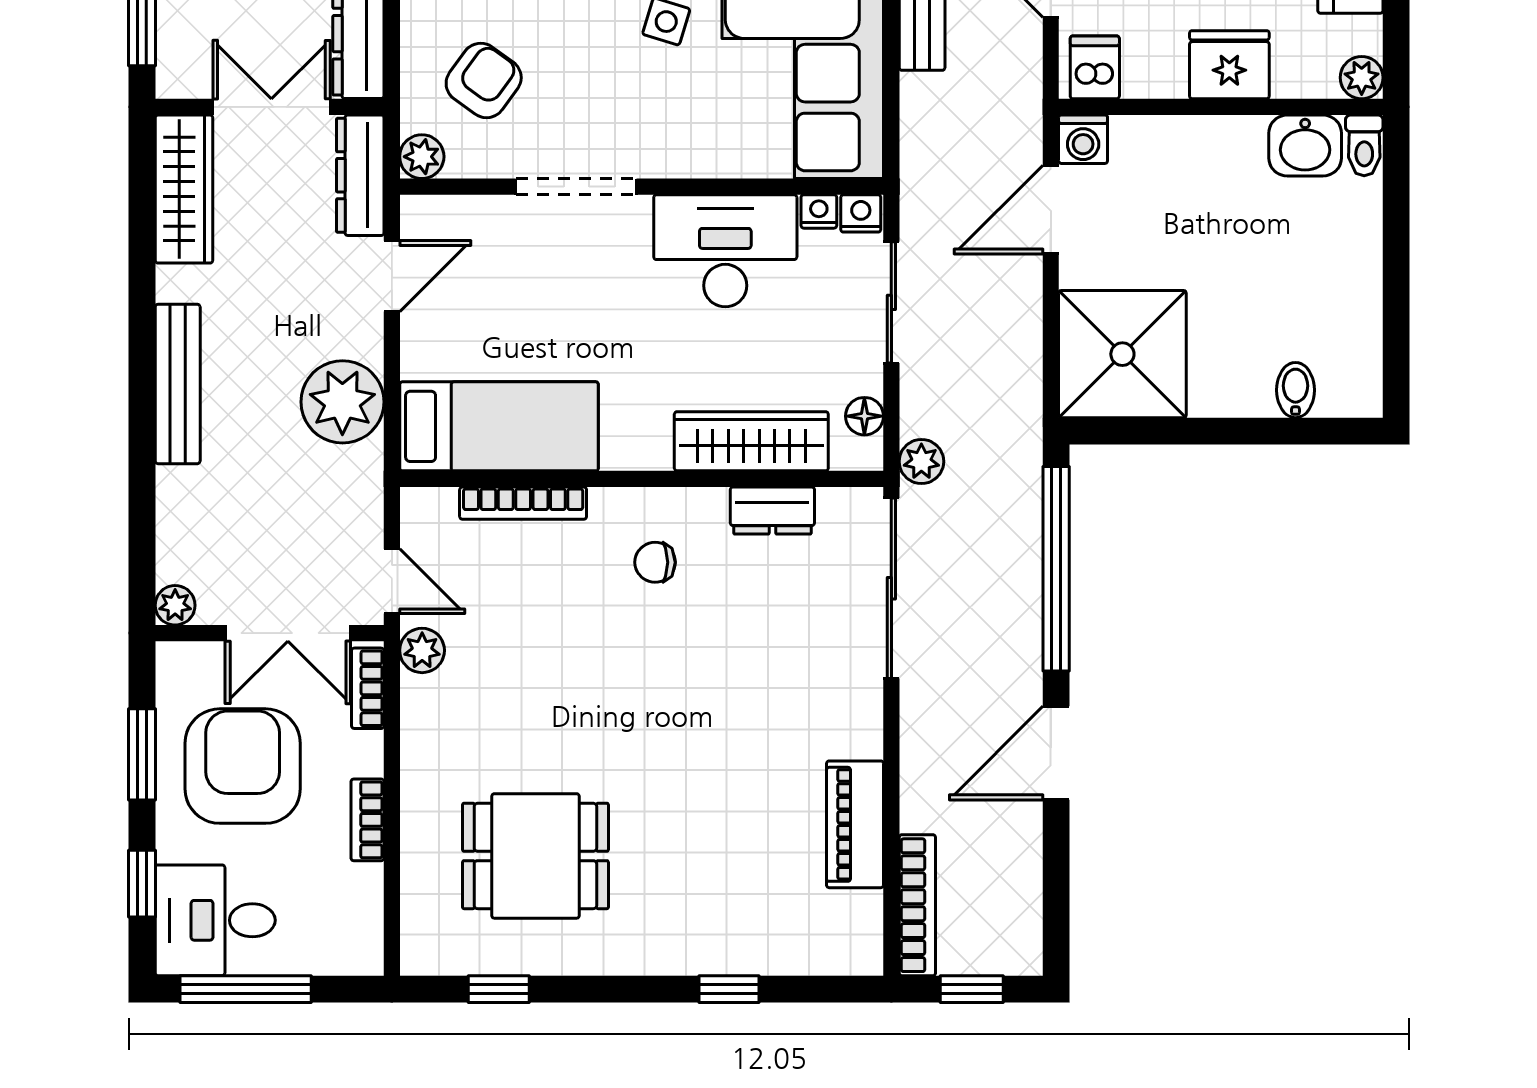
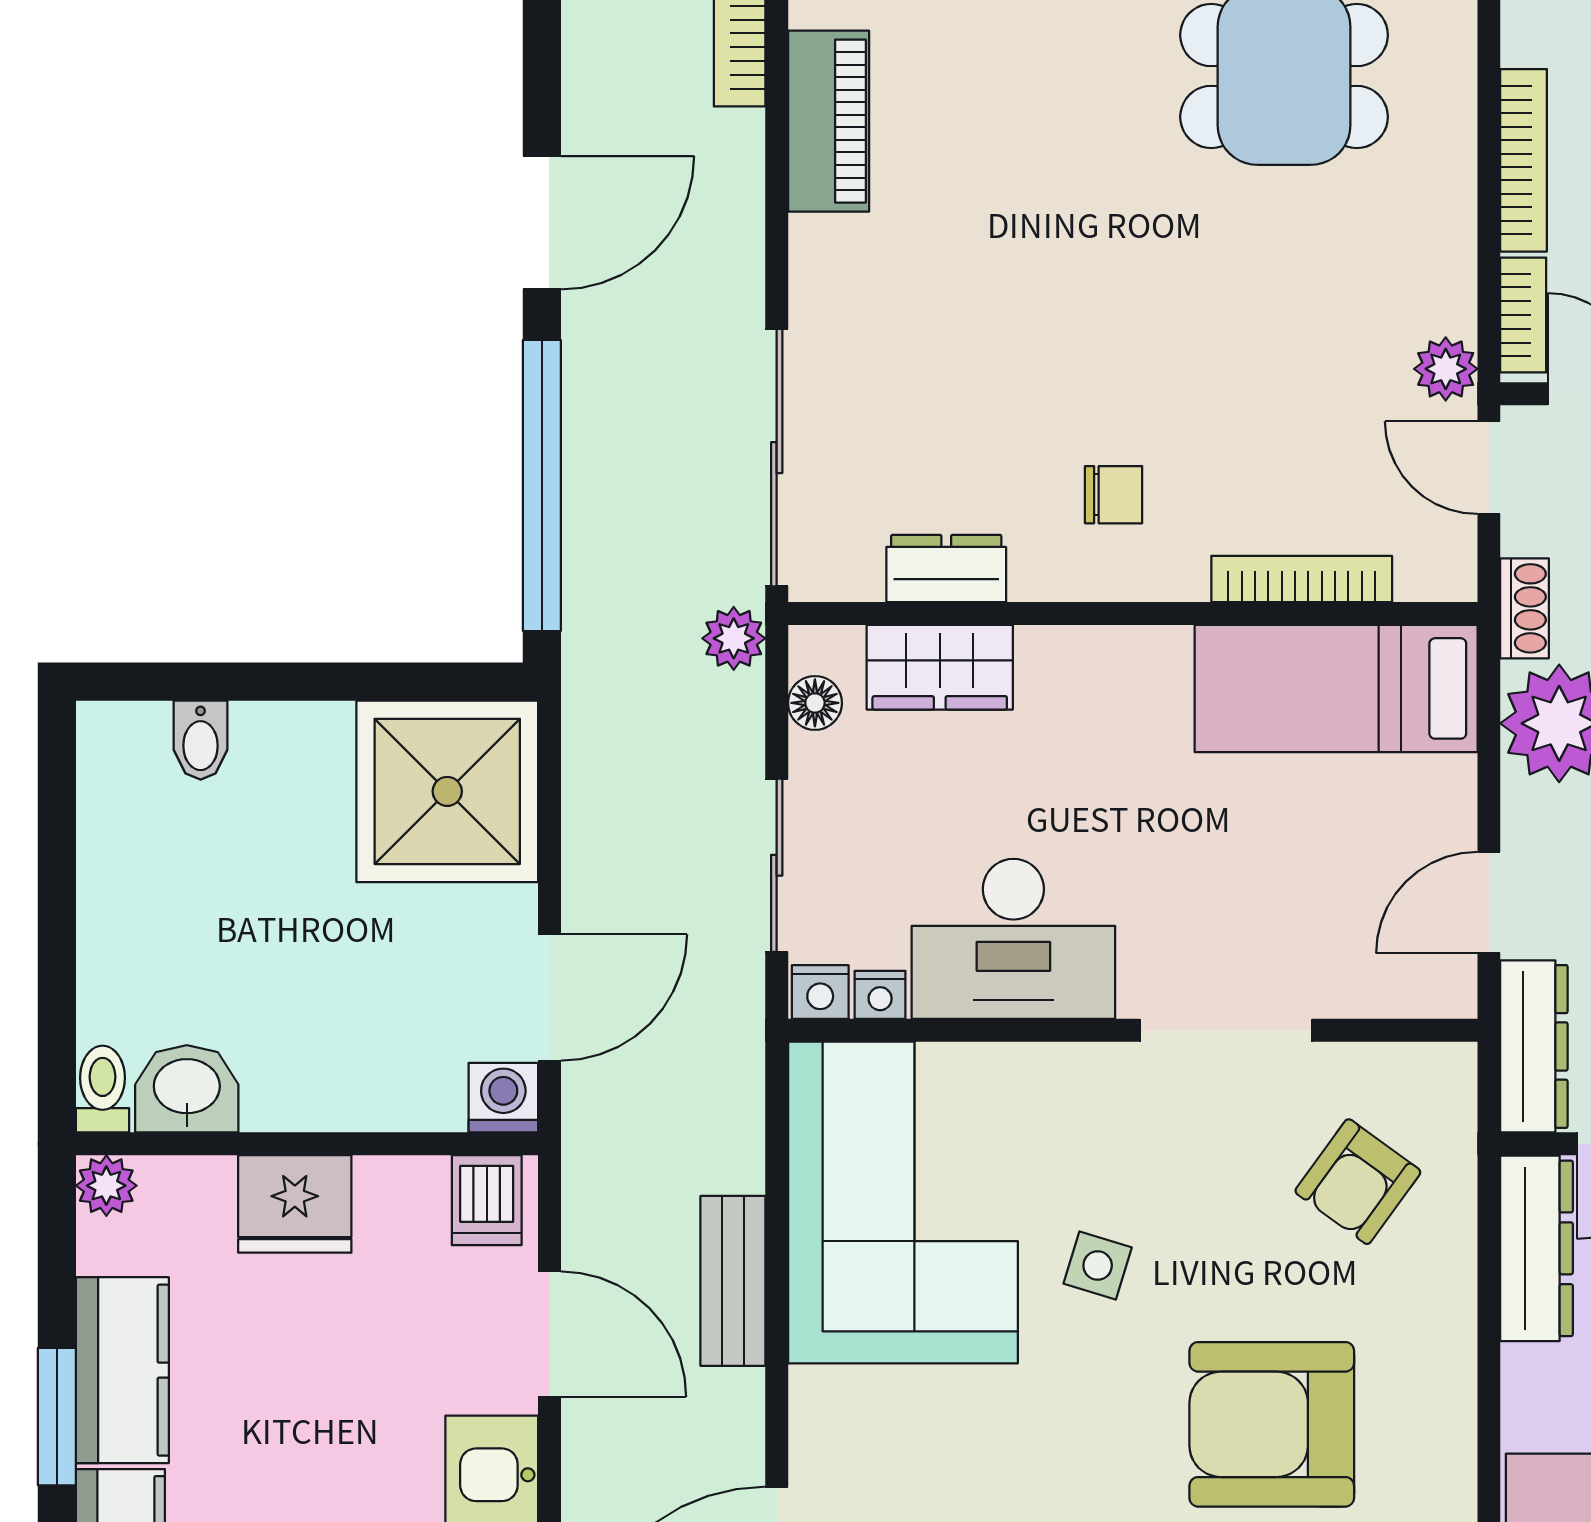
plant: (422, 157) -> (1446, 1073), removed
wardrobe: (751, 441) -> (940, 667), width x0.67
shoe rack: (367, 483) -> (1525, 608), added
bookcase: (367, 820) -> (1524, 160), width x1.56

